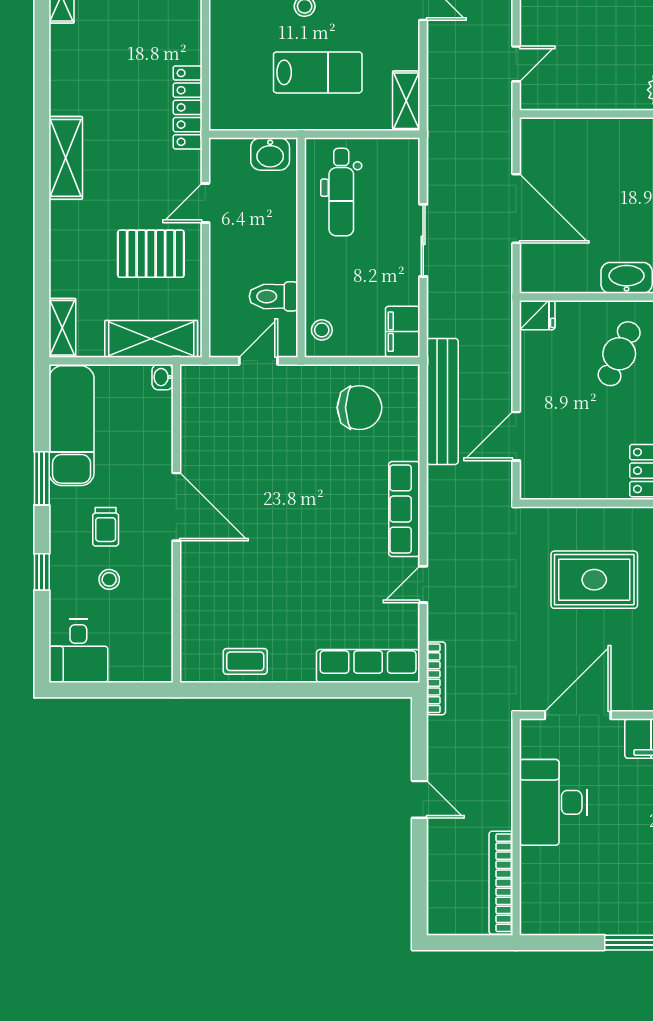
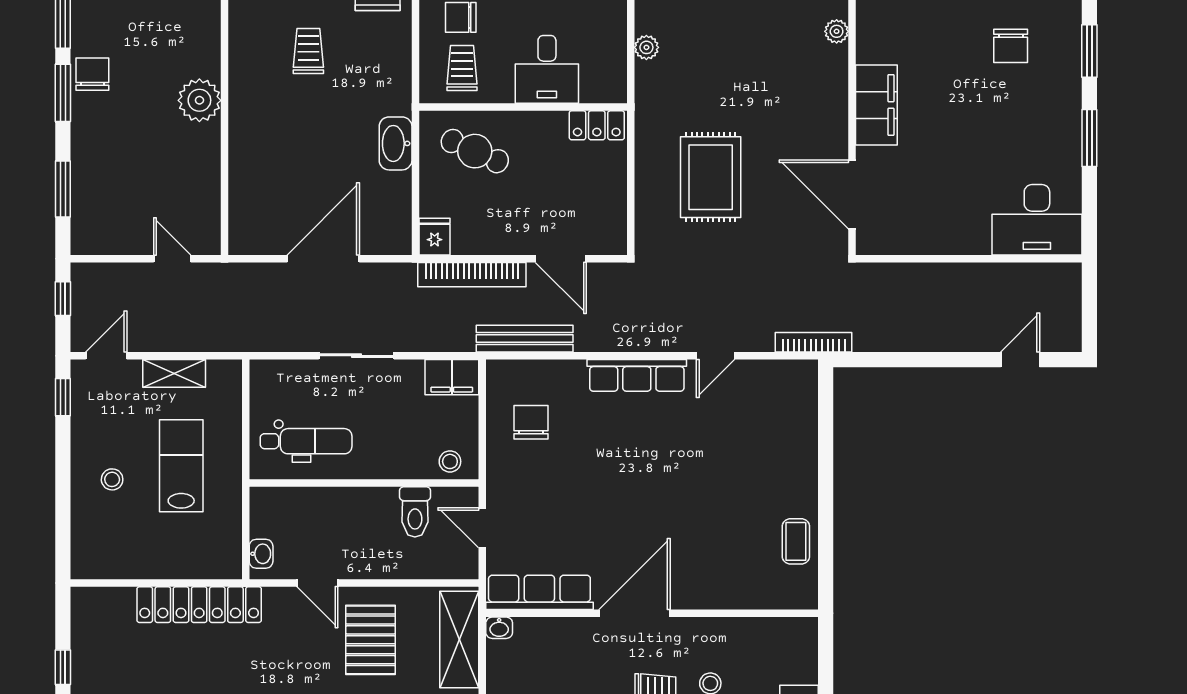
shelving: (406, 101) -> (174, 373), moved
locker: (188, 107) -> (199, 605), width x1.41, depth x1.21
washbasin: (270, 154) -> (261, 554), moved, width x0.72, depth x0.69
bench: (442, 401) -> (525, 339), width x0.73, depth x0.82
chair: (359, 408) -> (531, 422), width x0.73, depth x0.73
door: (423, 584) -> (715, 356), hinge flipped
row of seats: (368, 666) -> (539, 592), moved, turned 90
door: (419, 799) -> (1020, 360), moved
desk: (553, 802) -> (1037, 220), moved
bookcase: (501, 883) -> (472, 275), moved

